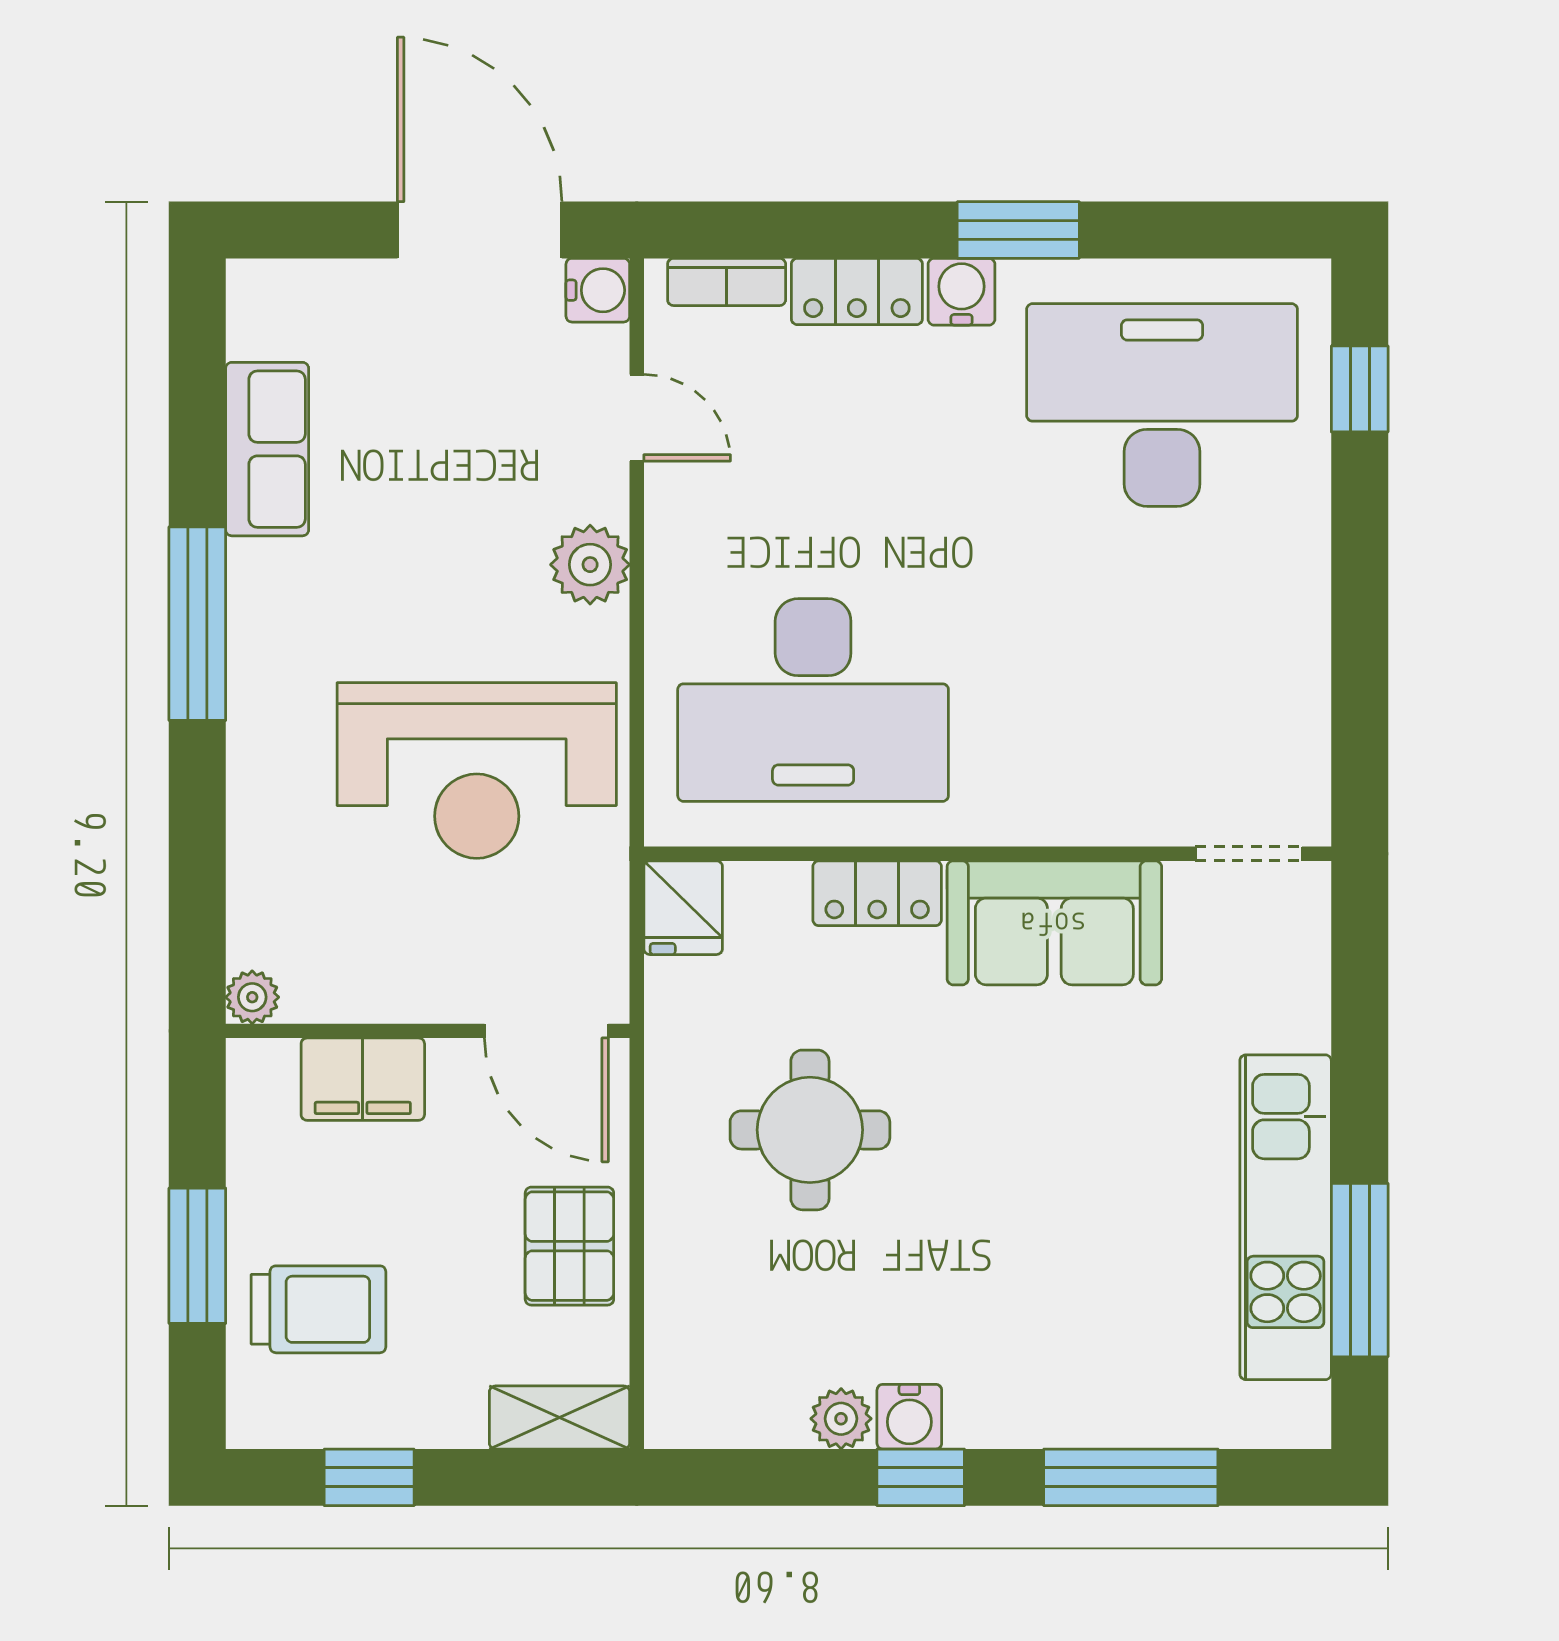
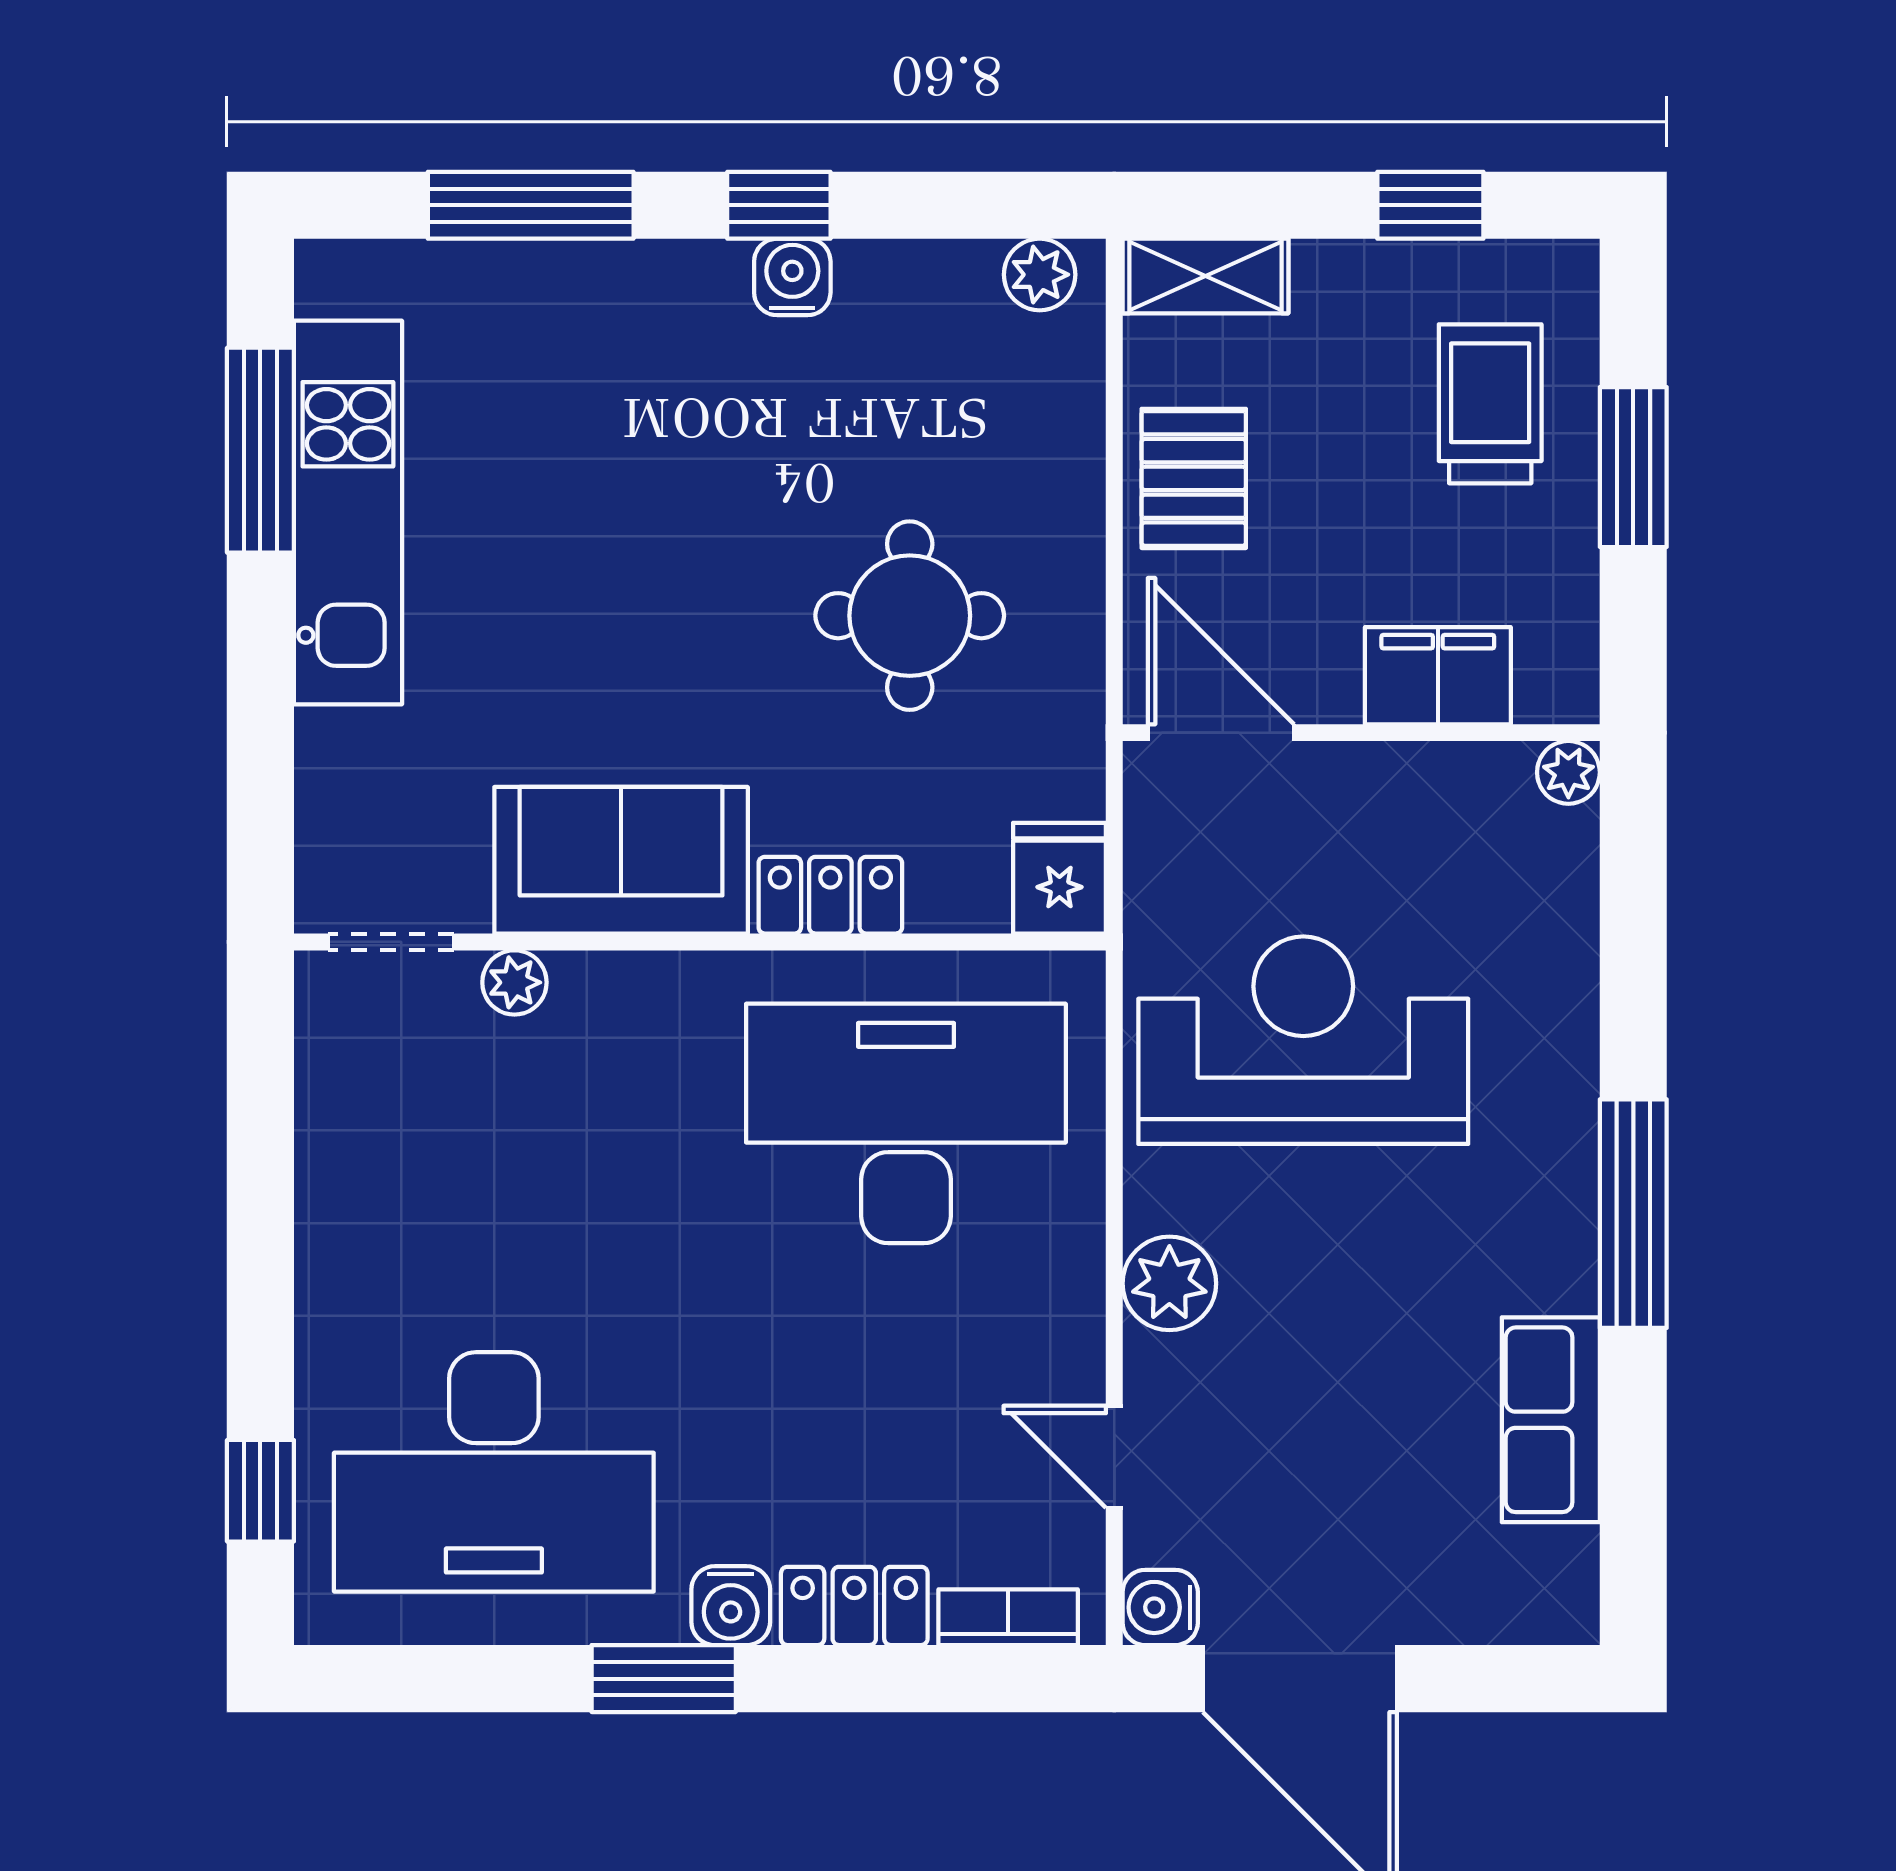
plant: (1145, 819) -> (514, 982), added
trolley: (318, 1309) -> (1490, 404), turned 90
plant: (841, 1419) -> (1040, 275), moved

